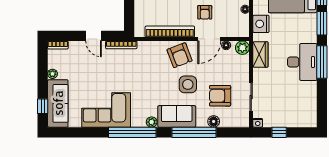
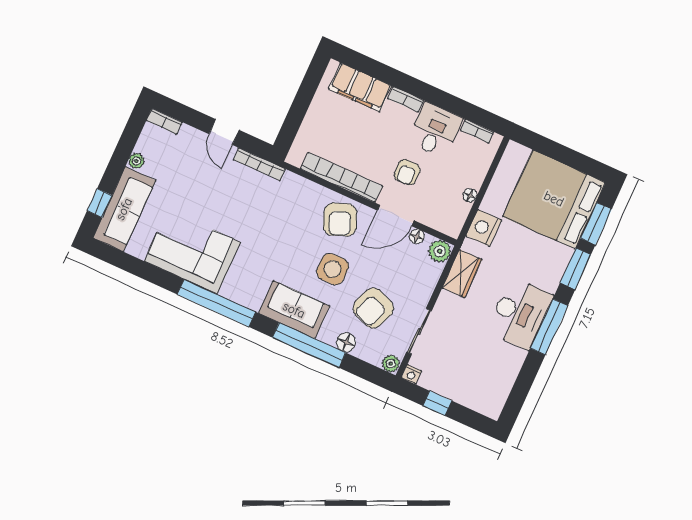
armchair: (220, 96) -> (373, 308), turned -69
plant: (152, 122) -> (391, 364), moved

